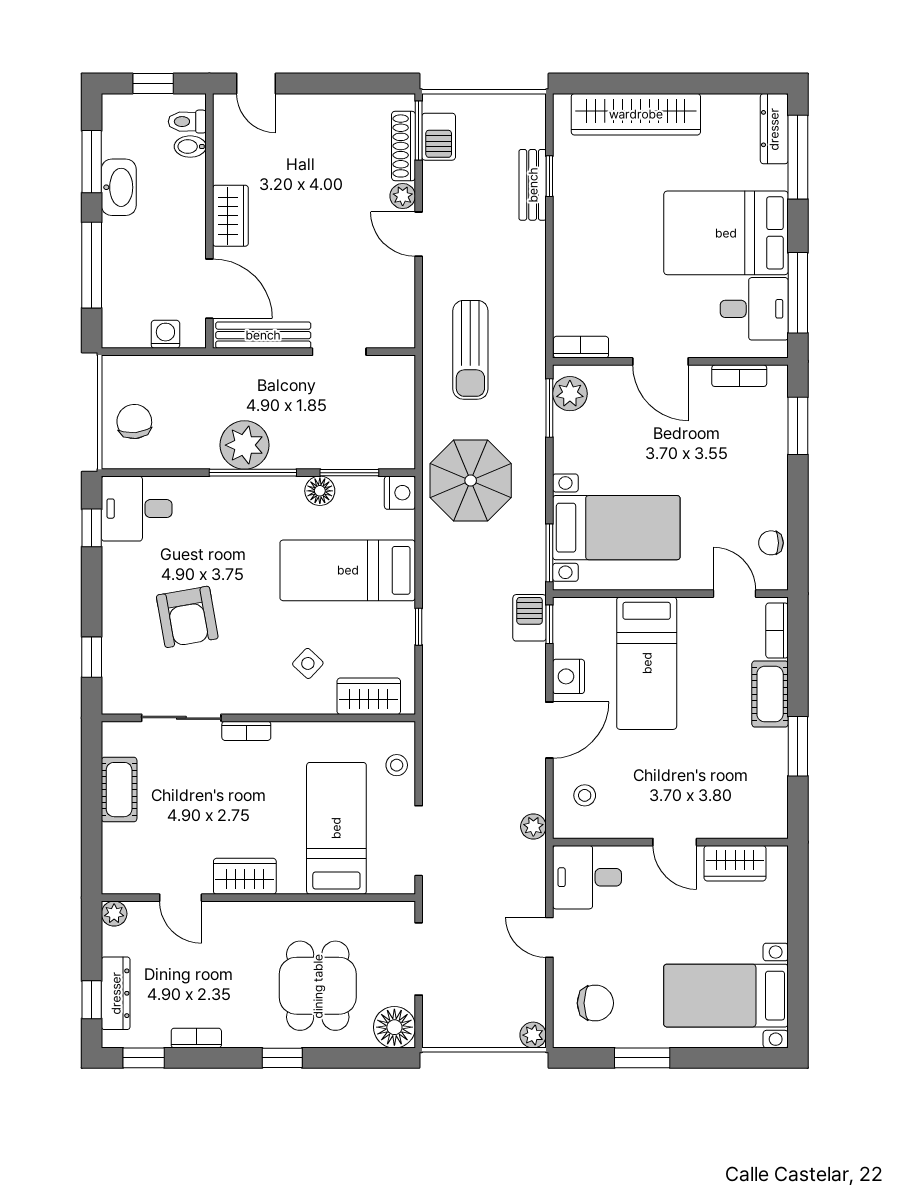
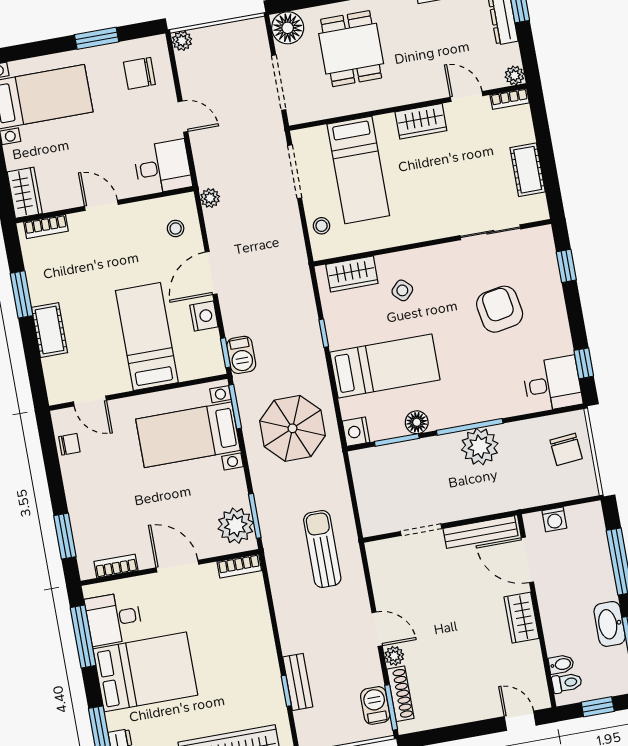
plant: (570, 394) -> (236, 526), width x1.36, depth x1.36
parasol: (471, 481) -> (293, 428), moved
bookcase: (777, 631) -> (46, 227), moved, turned 90
bookcase: (246, 731) -> (510, 99), moved, turned 180
wardrobe: (735, 863) -> (25, 193), moved, turned 90

